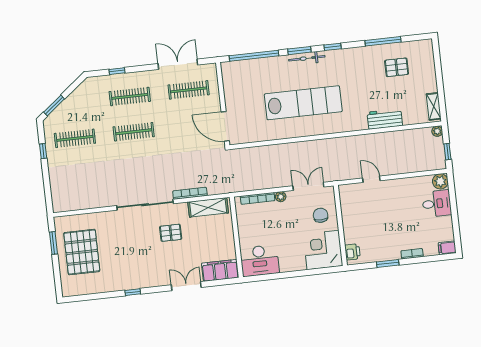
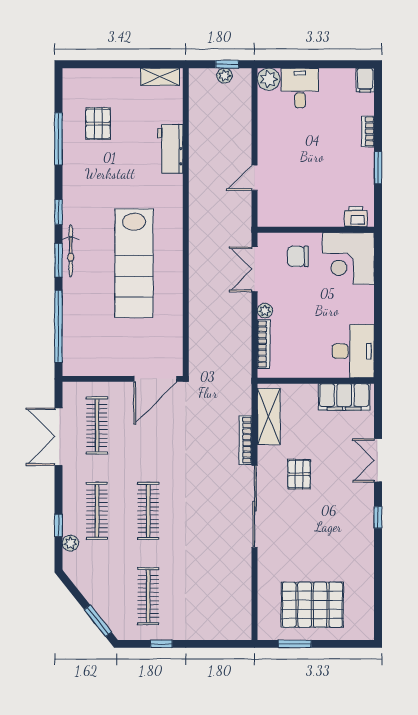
plant: (106, 81) -> (70, 543), added
lab bench: (303, 103) -> (134, 263), turned 180
plant: (437, 131) -> (224, 76), moved
filing cabinet: (220, 270) -> (344, 397), moved, turned -90
window: (133, 292) -> (378, 517), moved

